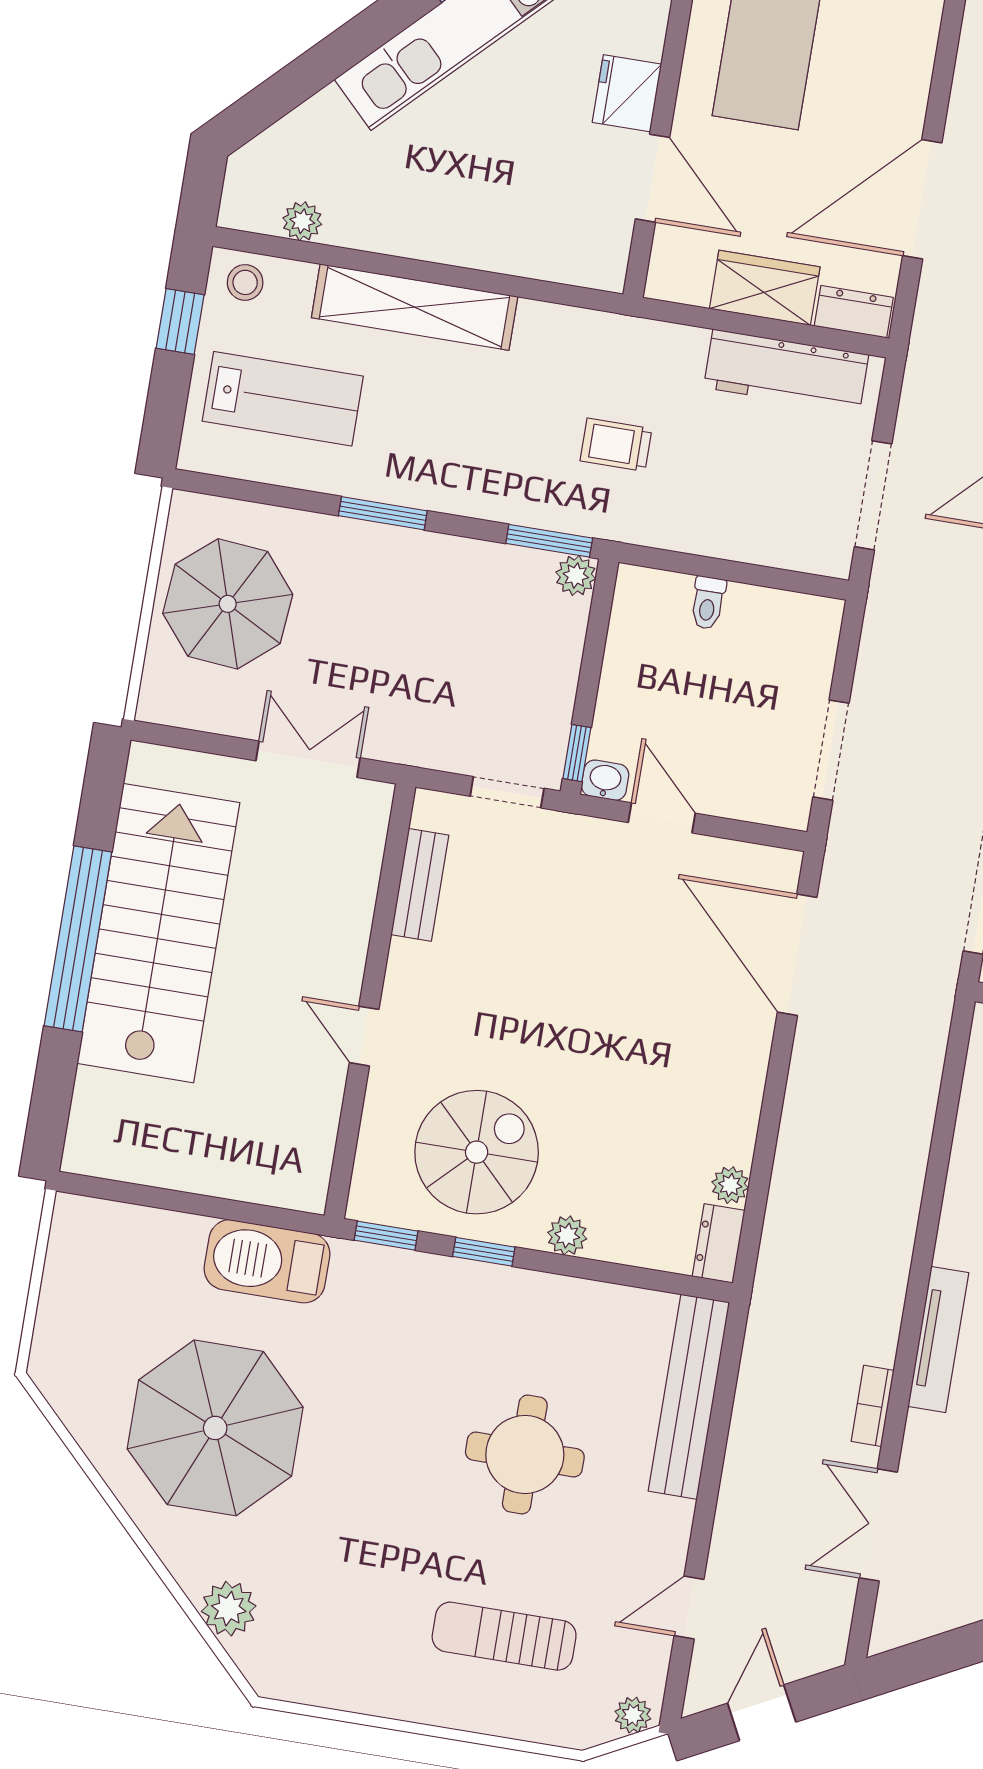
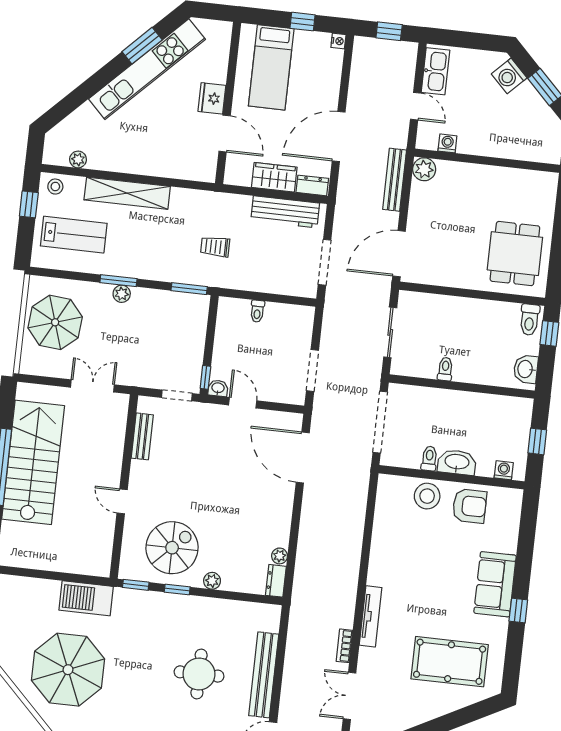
plant: (576, 576) -> (122, 294), moved
bench: (689, 1397) -> (264, 675), moved

